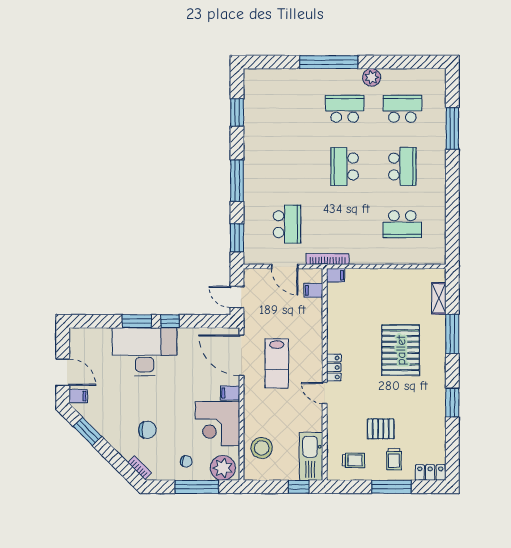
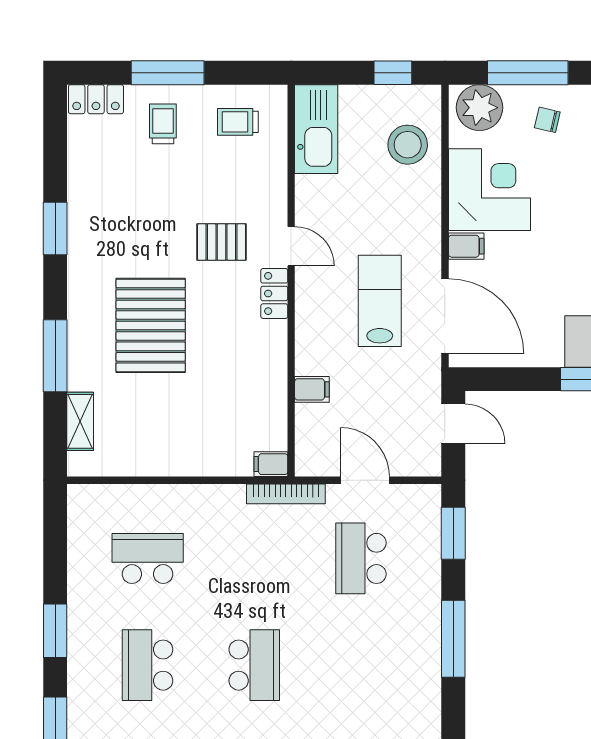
window: (452, 185) -> (55, 631), added
filing cabinet: (313, 290) -> (312, 389), moved
pallet: (381, 429) -> (222, 242), moved
window: (299, 487) -> (393, 73), moved

